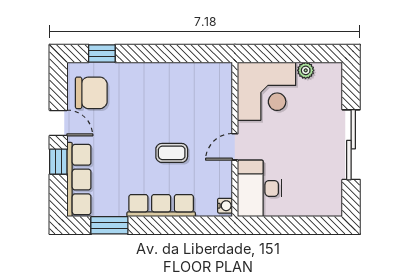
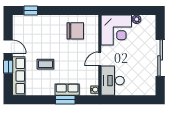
chair: (91, 93) -> (75, 31), moved
coffee table: (172, 153) -> (45, 64), moved
row of seats: (161, 206) -> (67, 90), width x0.68
window: (109, 225) -> (65, 100), moved

